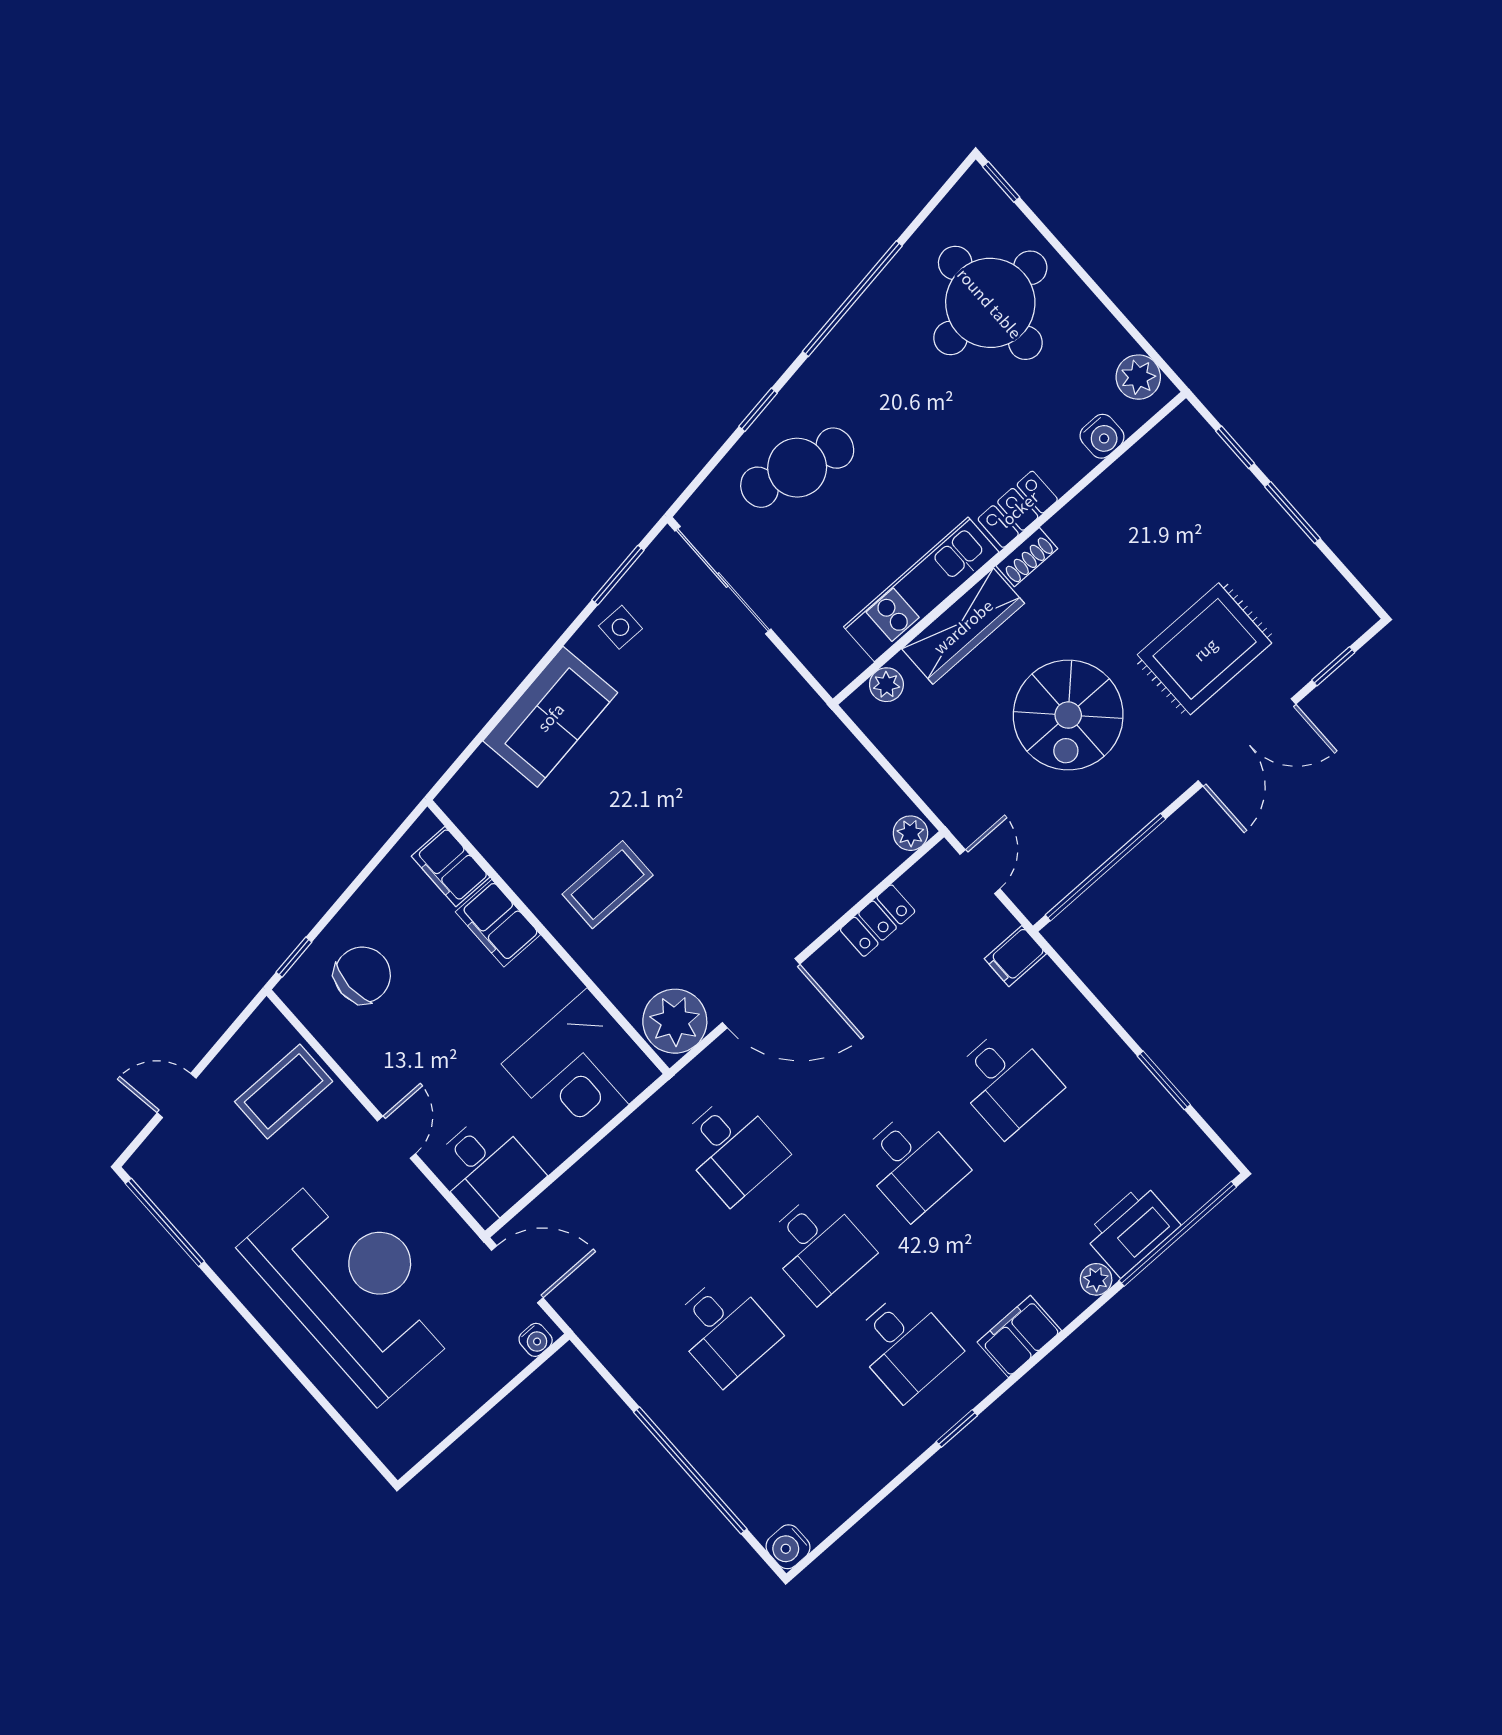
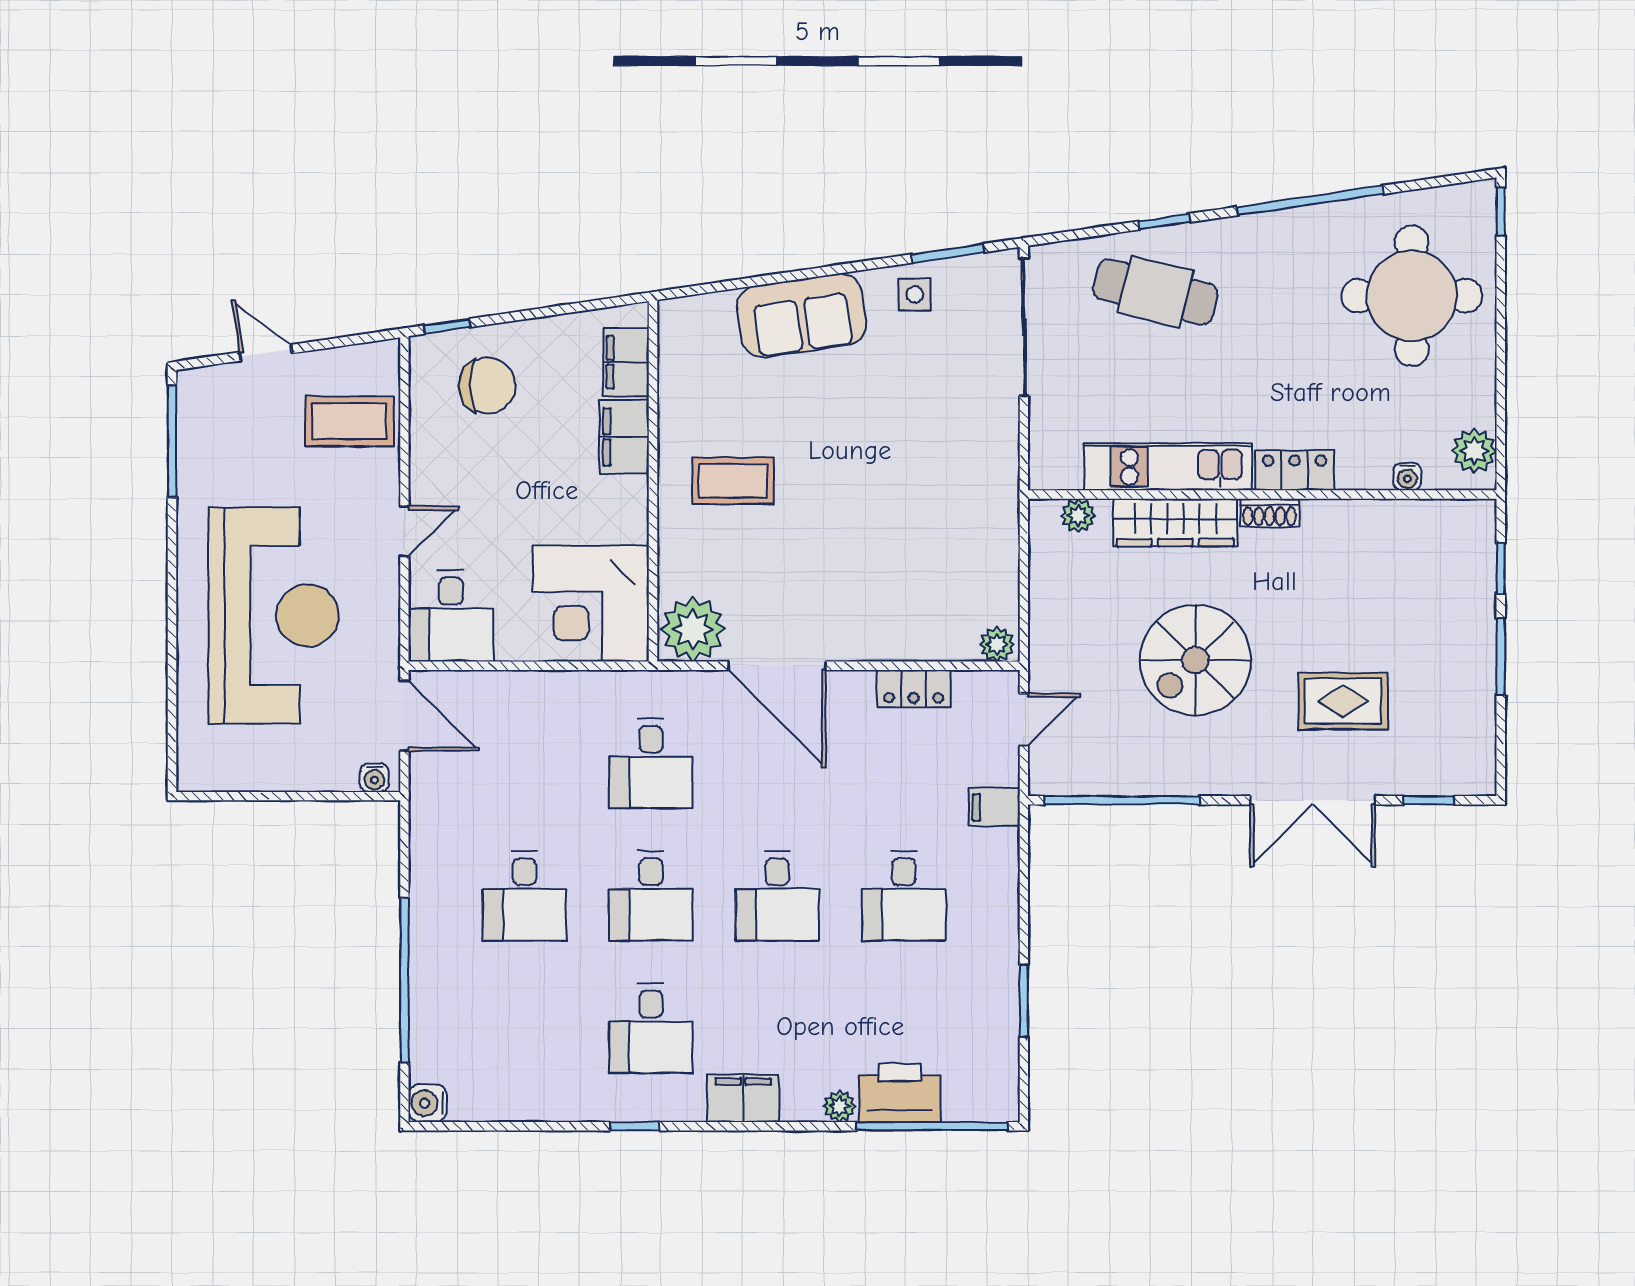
water cooler: (1102, 436) -> (1407, 477), width x0.72, depth x0.72
rug: (1205, 649) -> (1343, 701), width x0.73, depth x0.70

